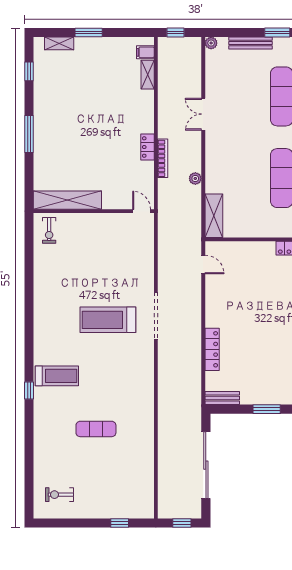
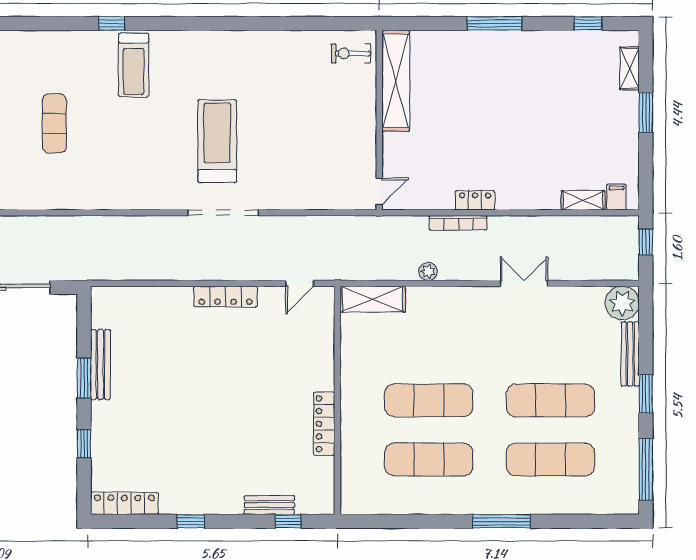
plant: (211, 43) -> (622, 303), width x1.88, depth x1.88
locker: (212, 349) -> (226, 297), moved
bench: (222, 398) -> (100, 364), moved, width x1.36

